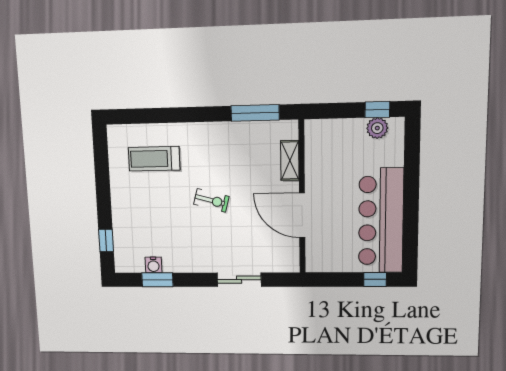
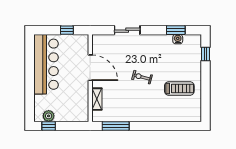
treadmill: (154, 159) -> (179, 88), moved
window: (375, 279) -> (67, 30), moved

